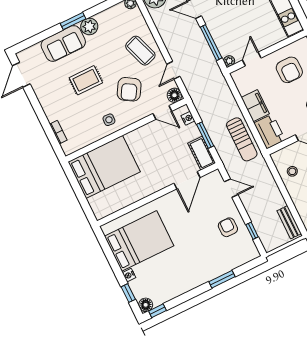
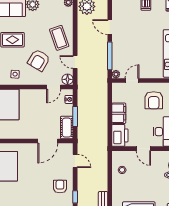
door: (173, 70) -> (75, 62), hinge flipped
door: (162, 112) -> (54, 87), hinge flipped
sun lounger: (242, 139) -> (98, 132), removed

